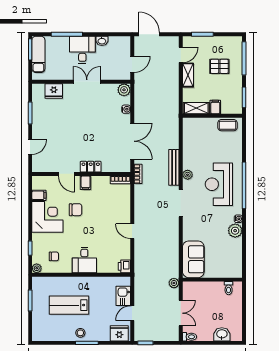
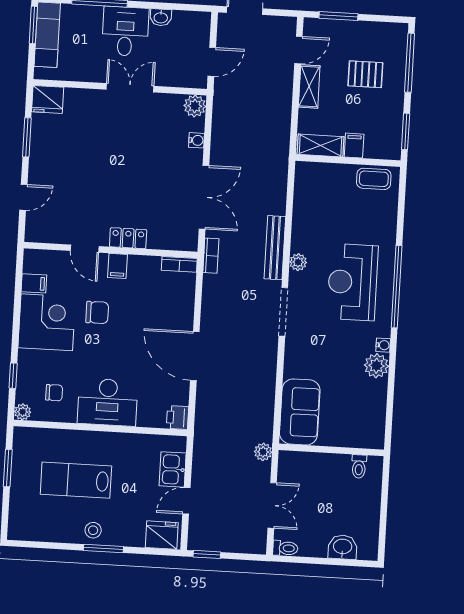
fridge: (54, 91) -> (48, 99), moved
door: (132, 231) -> (195, 356), width x1.87
desk: (84, 260) -> (107, 402), width x1.37

